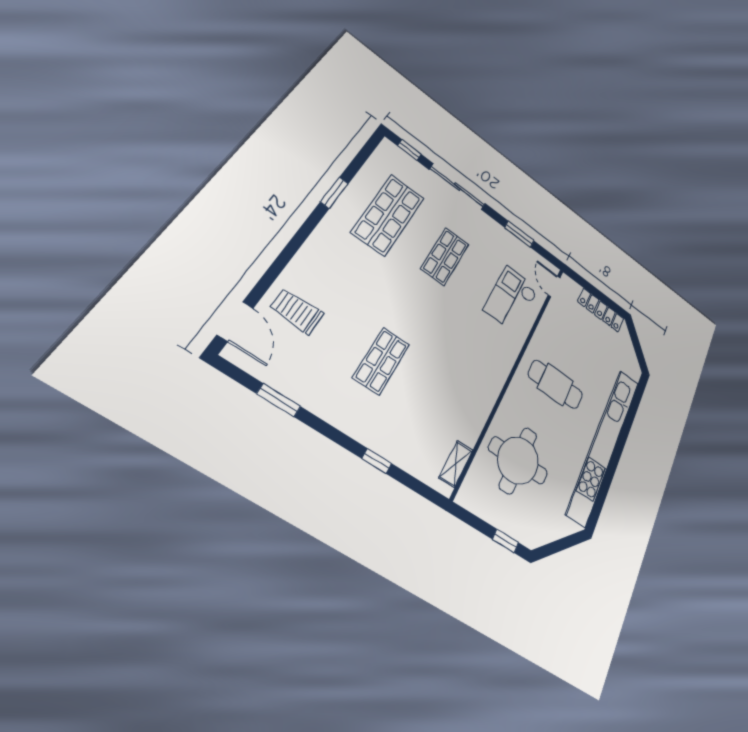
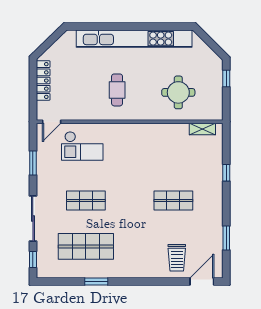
cafe table: (555, 384) -> (117, 90), width x0.73, depth x0.74
round table: (518, 460) -> (178, 92), width x0.73, depth x0.73

